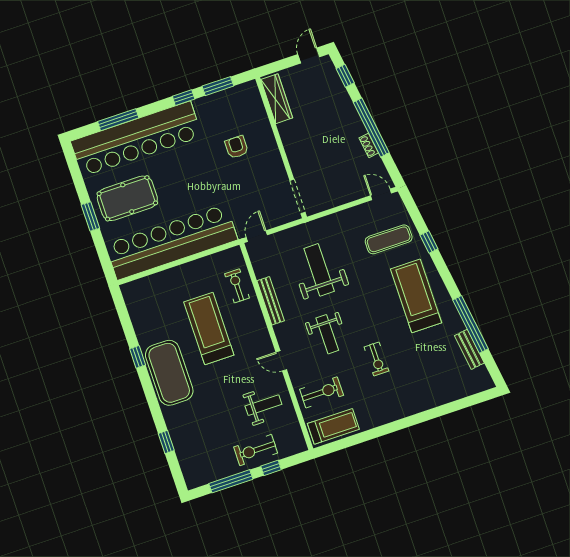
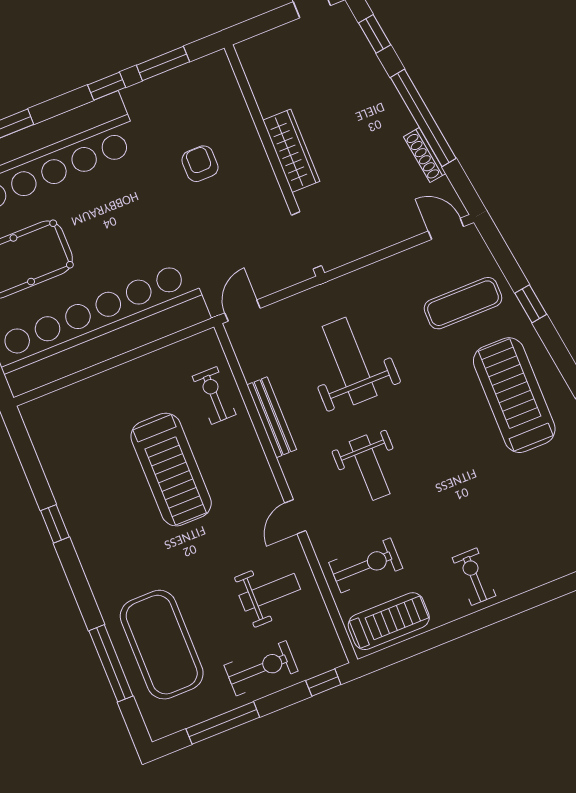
wardrobe: (277, 99) -> (291, 151), moved
shoe rack: (369, 145) -> (425, 155), width x1.43
treadmill: (209, 328) -> (171, 470), turned 180
exercise bike: (376, 359) -> (474, 577), moved, turned 180
door: (281, 361) -> (295, 517), hinge flipped
exercise mat: (169, 373) -> (162, 645), moved
window: (166, 442) -> (111, 663), width x2.17
exercise bike: (256, 450) -> (261, 668), turned 180
window: (271, 468) -> (323, 683), moved

